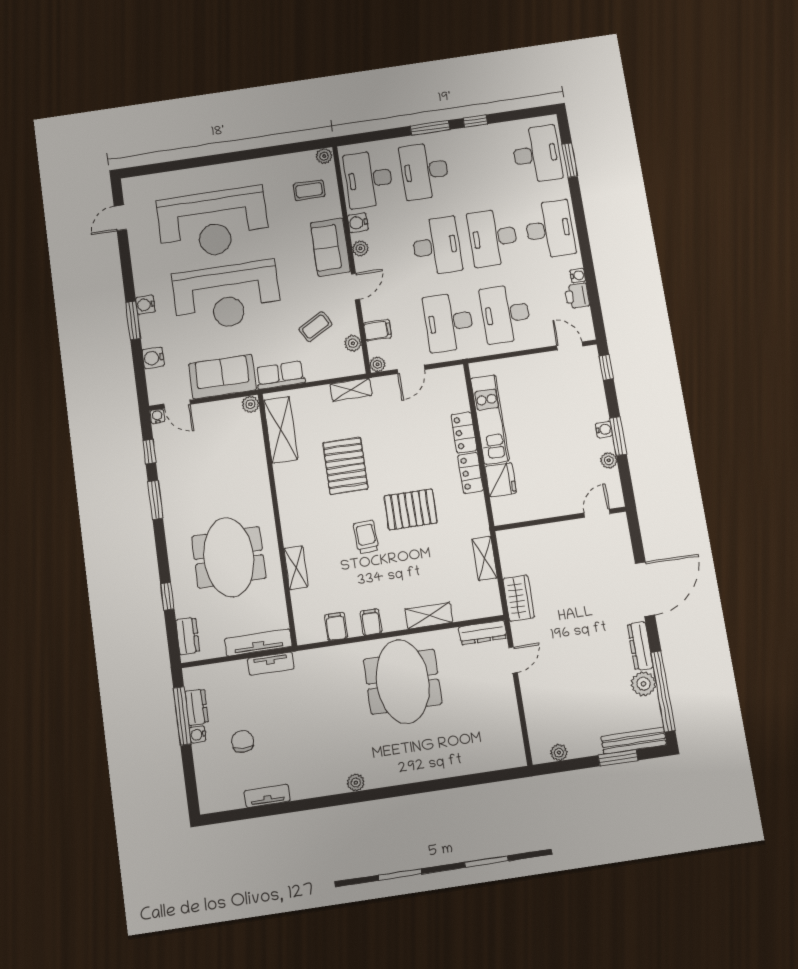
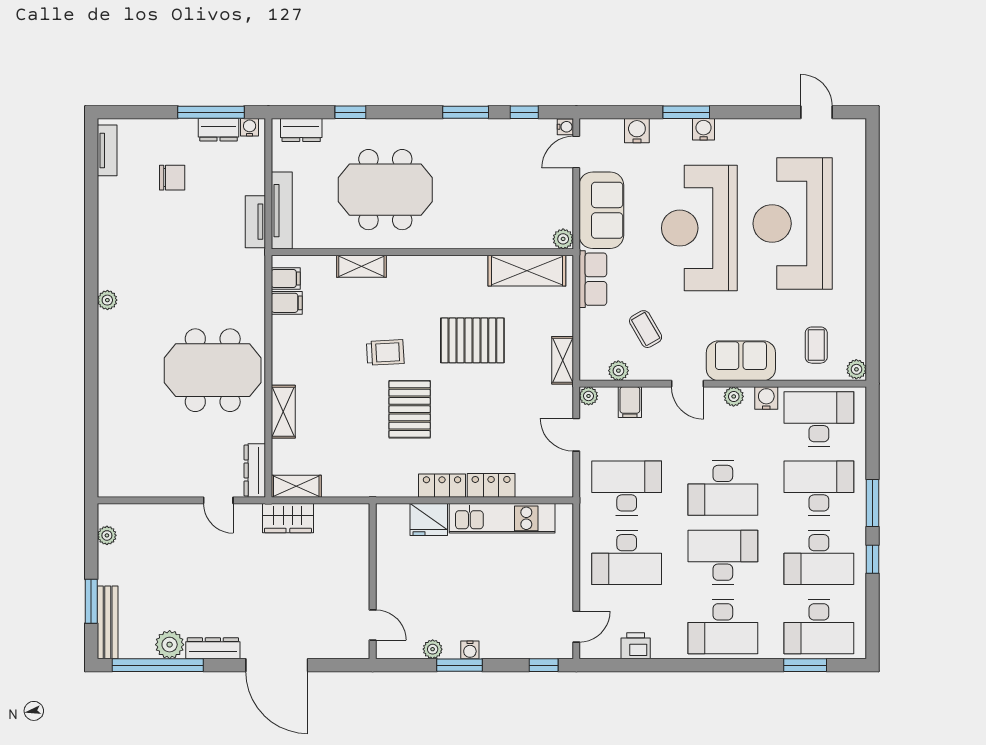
desk: (481, 163) -> (819, 557), added
water cooler: (578, 276) -> (660, 651), removed
desk: (506, 314) -> (627, 557), turned 180
shelving: (485, 558) -> (296, 486), moved
filing cabinet: (371, 622) -> (286, 278), moved
water cooler: (198, 734) -> (250, 127), moved
tv unit: (267, 796) -> (107, 150), moved

